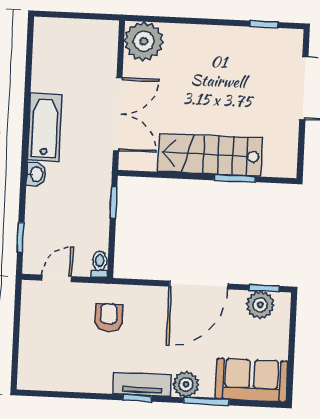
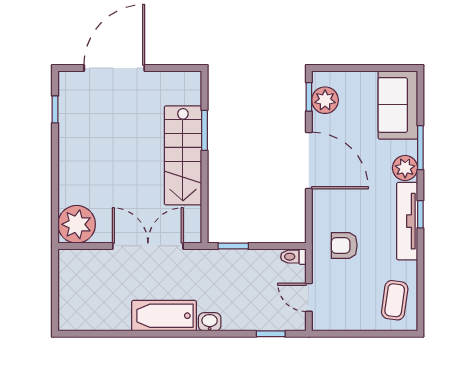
coffee table: (49, 367) -> (395, 300), added
tv unit: (142, 384) -> (407, 221), width x1.41

